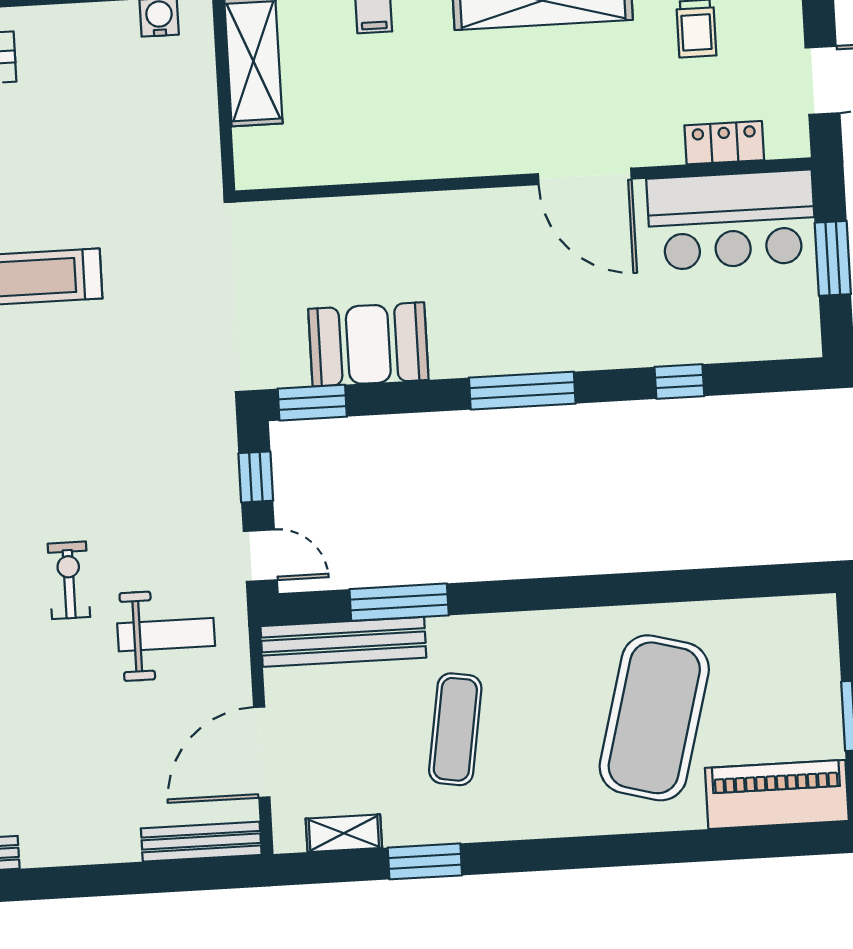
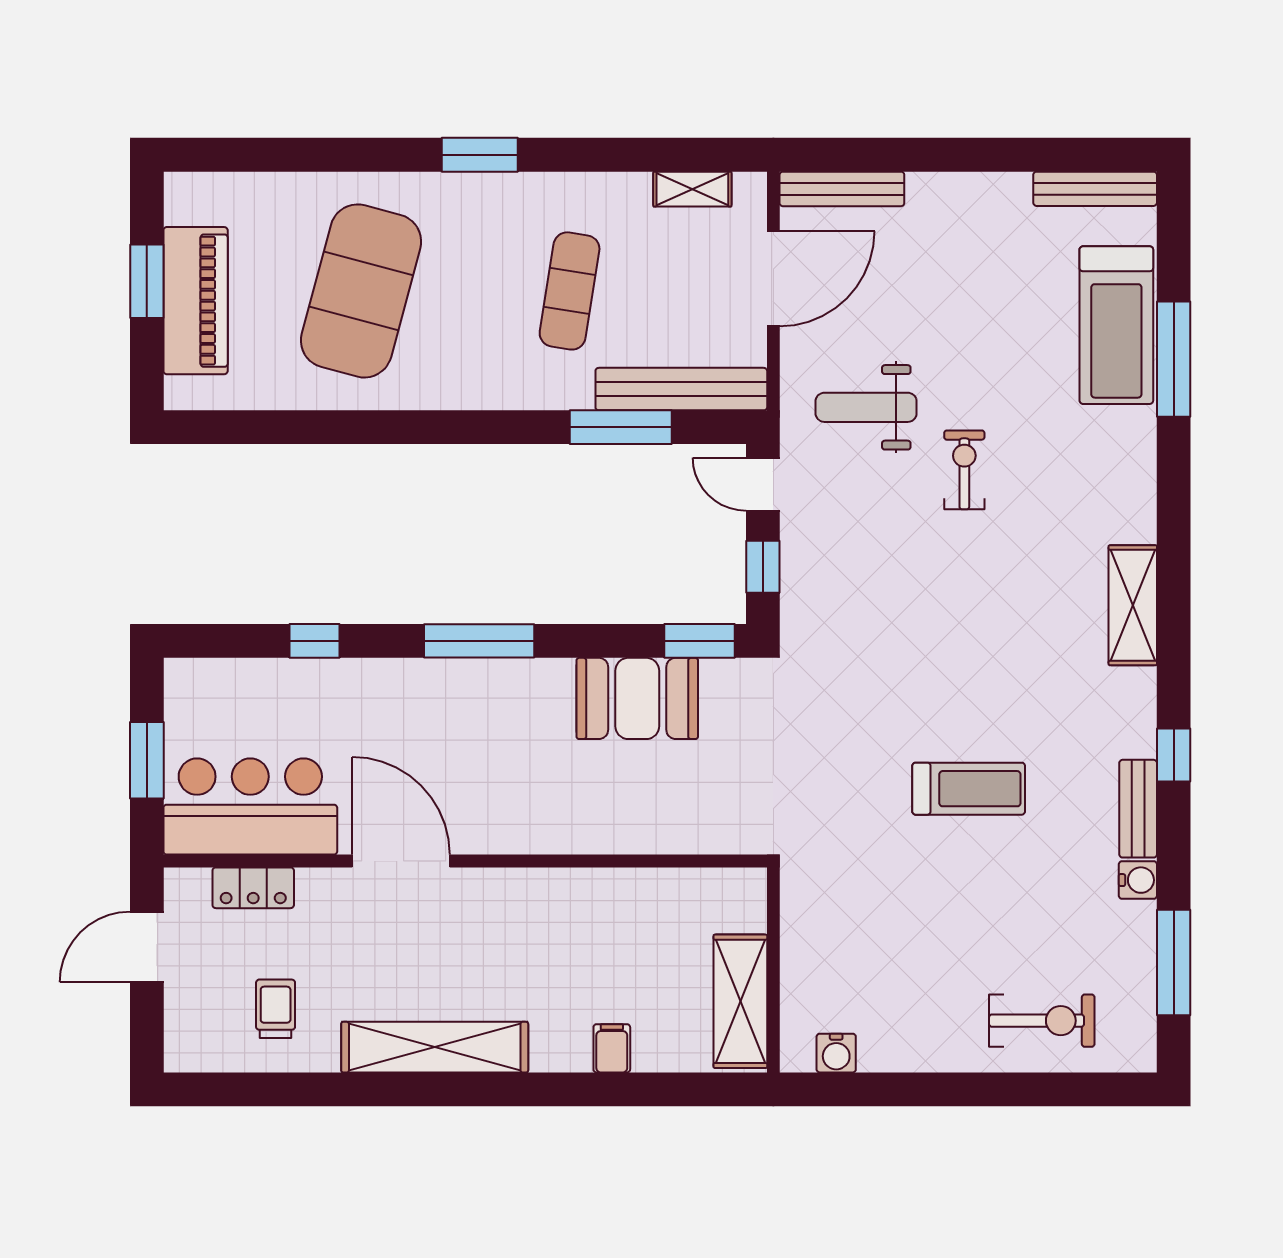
exercise bike: (69, 580) -> (964, 470), turned 180
piano: (777, 794) -> (196, 301), moved, turned -90
window: (425, 861) -> (480, 155), moved

